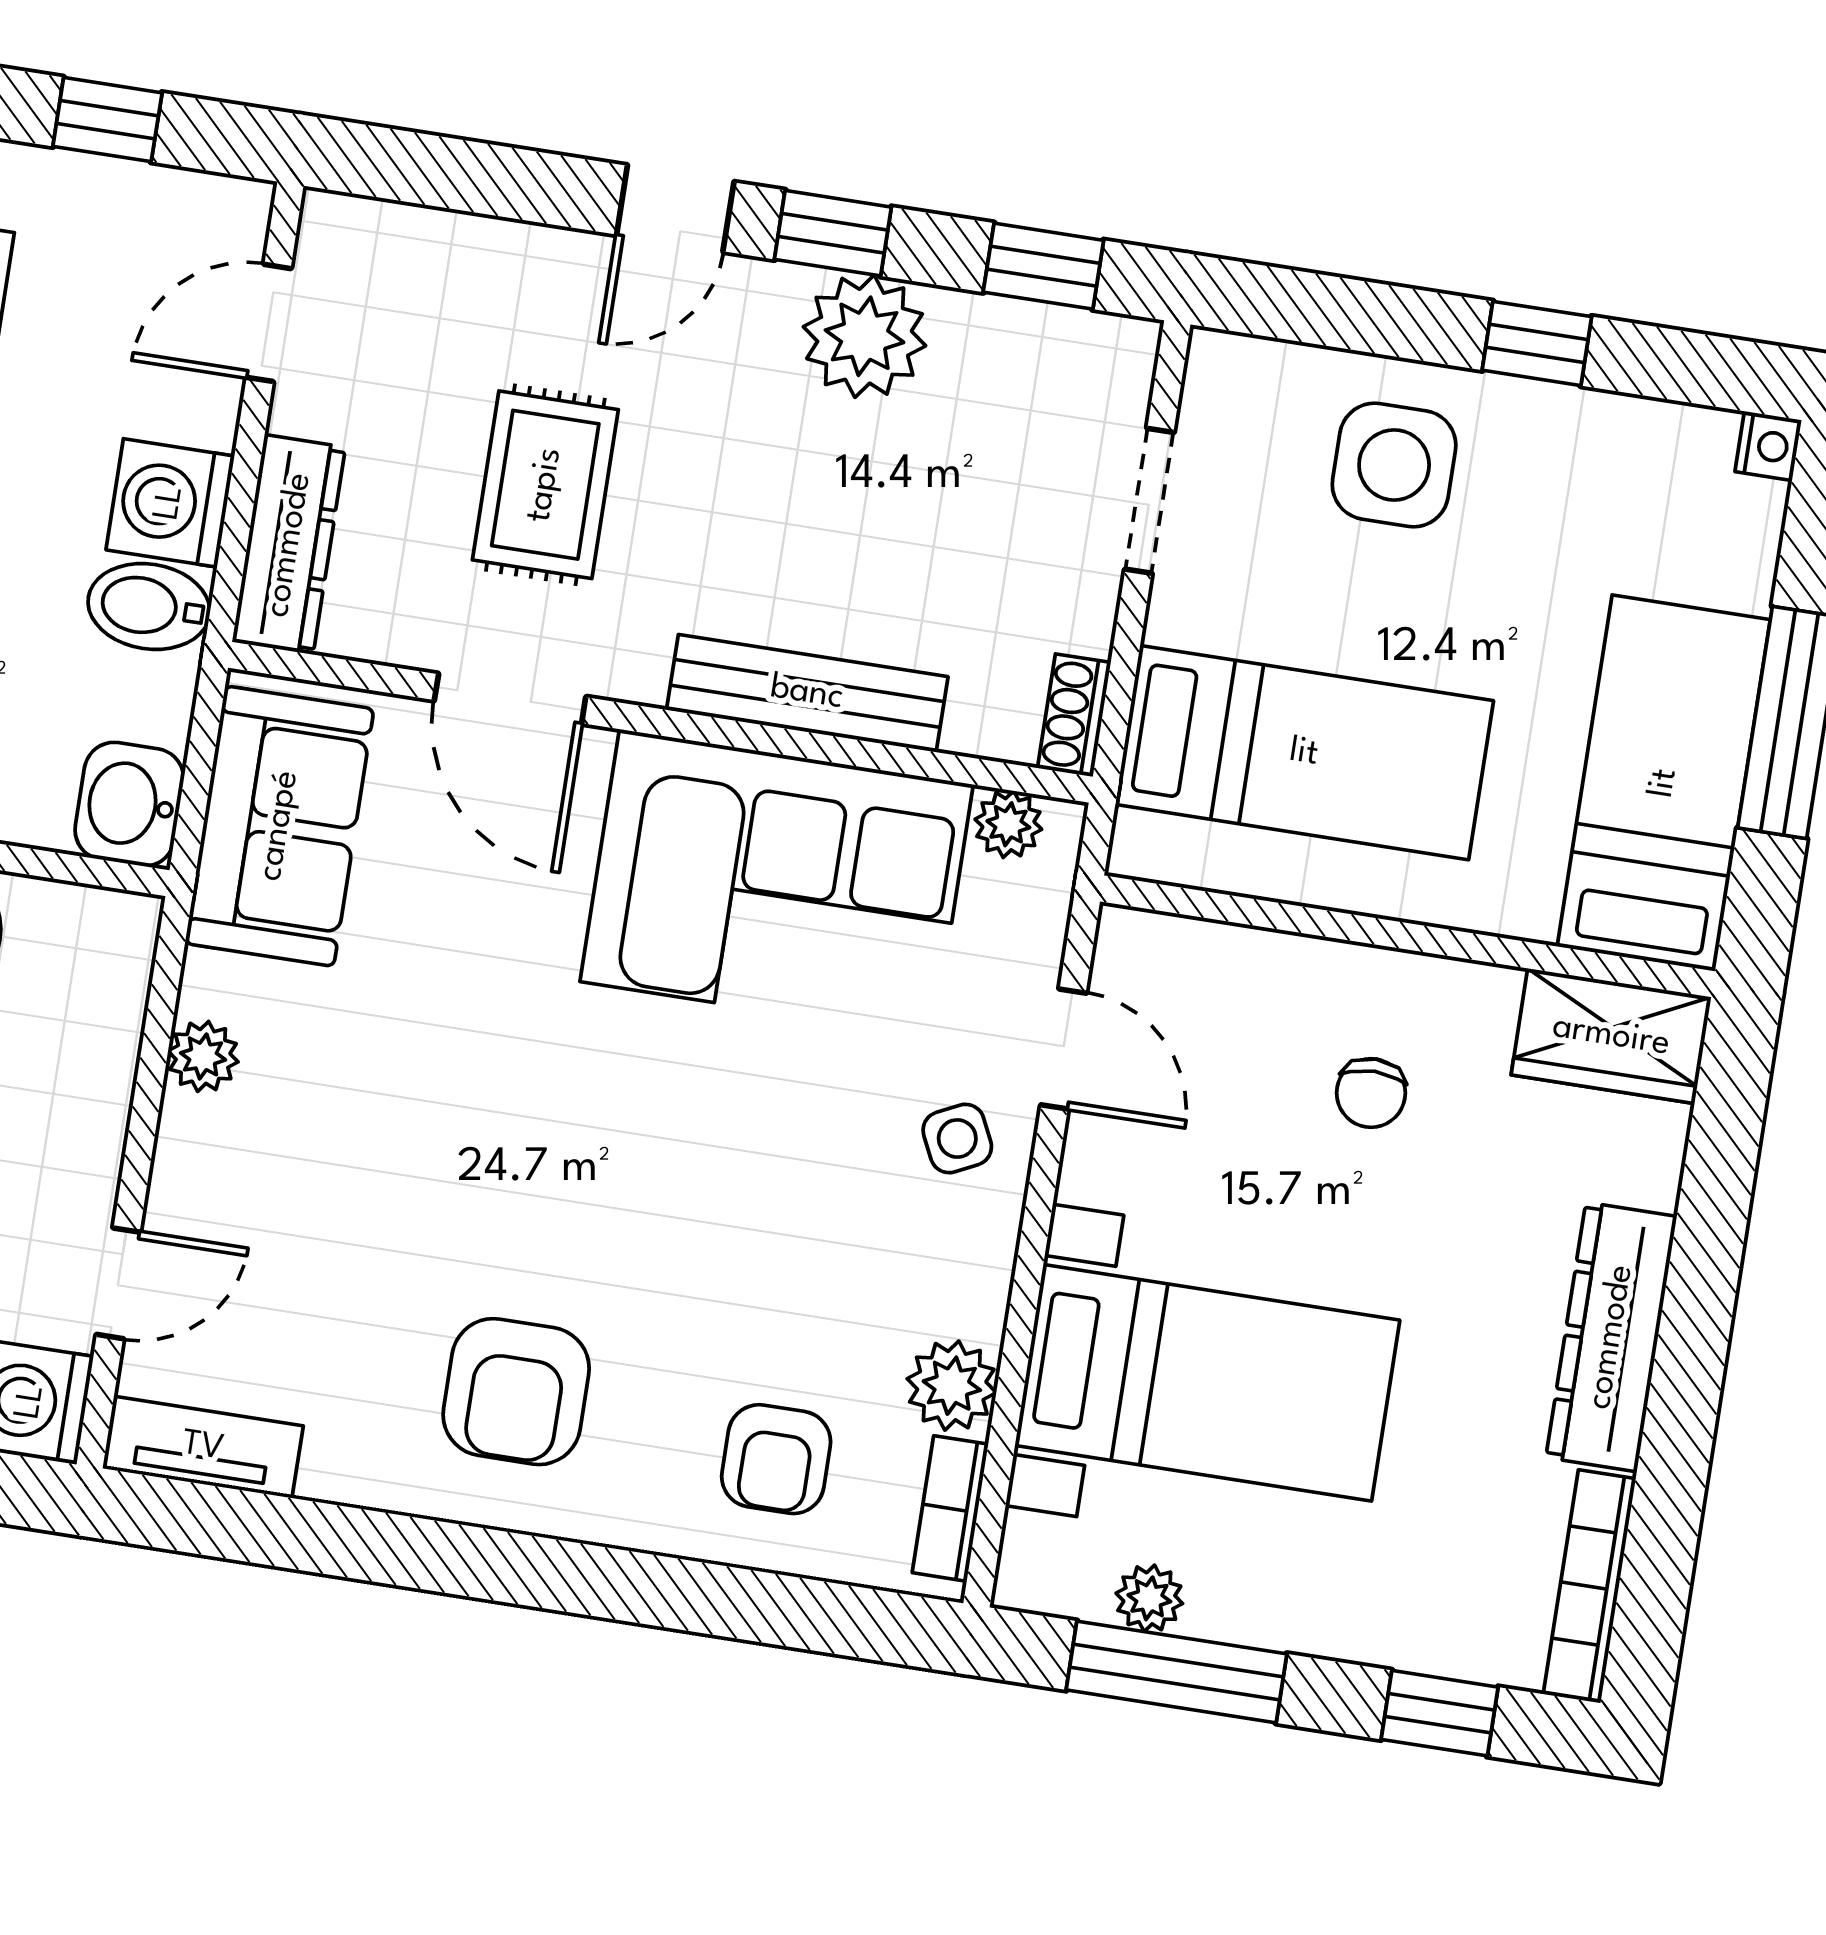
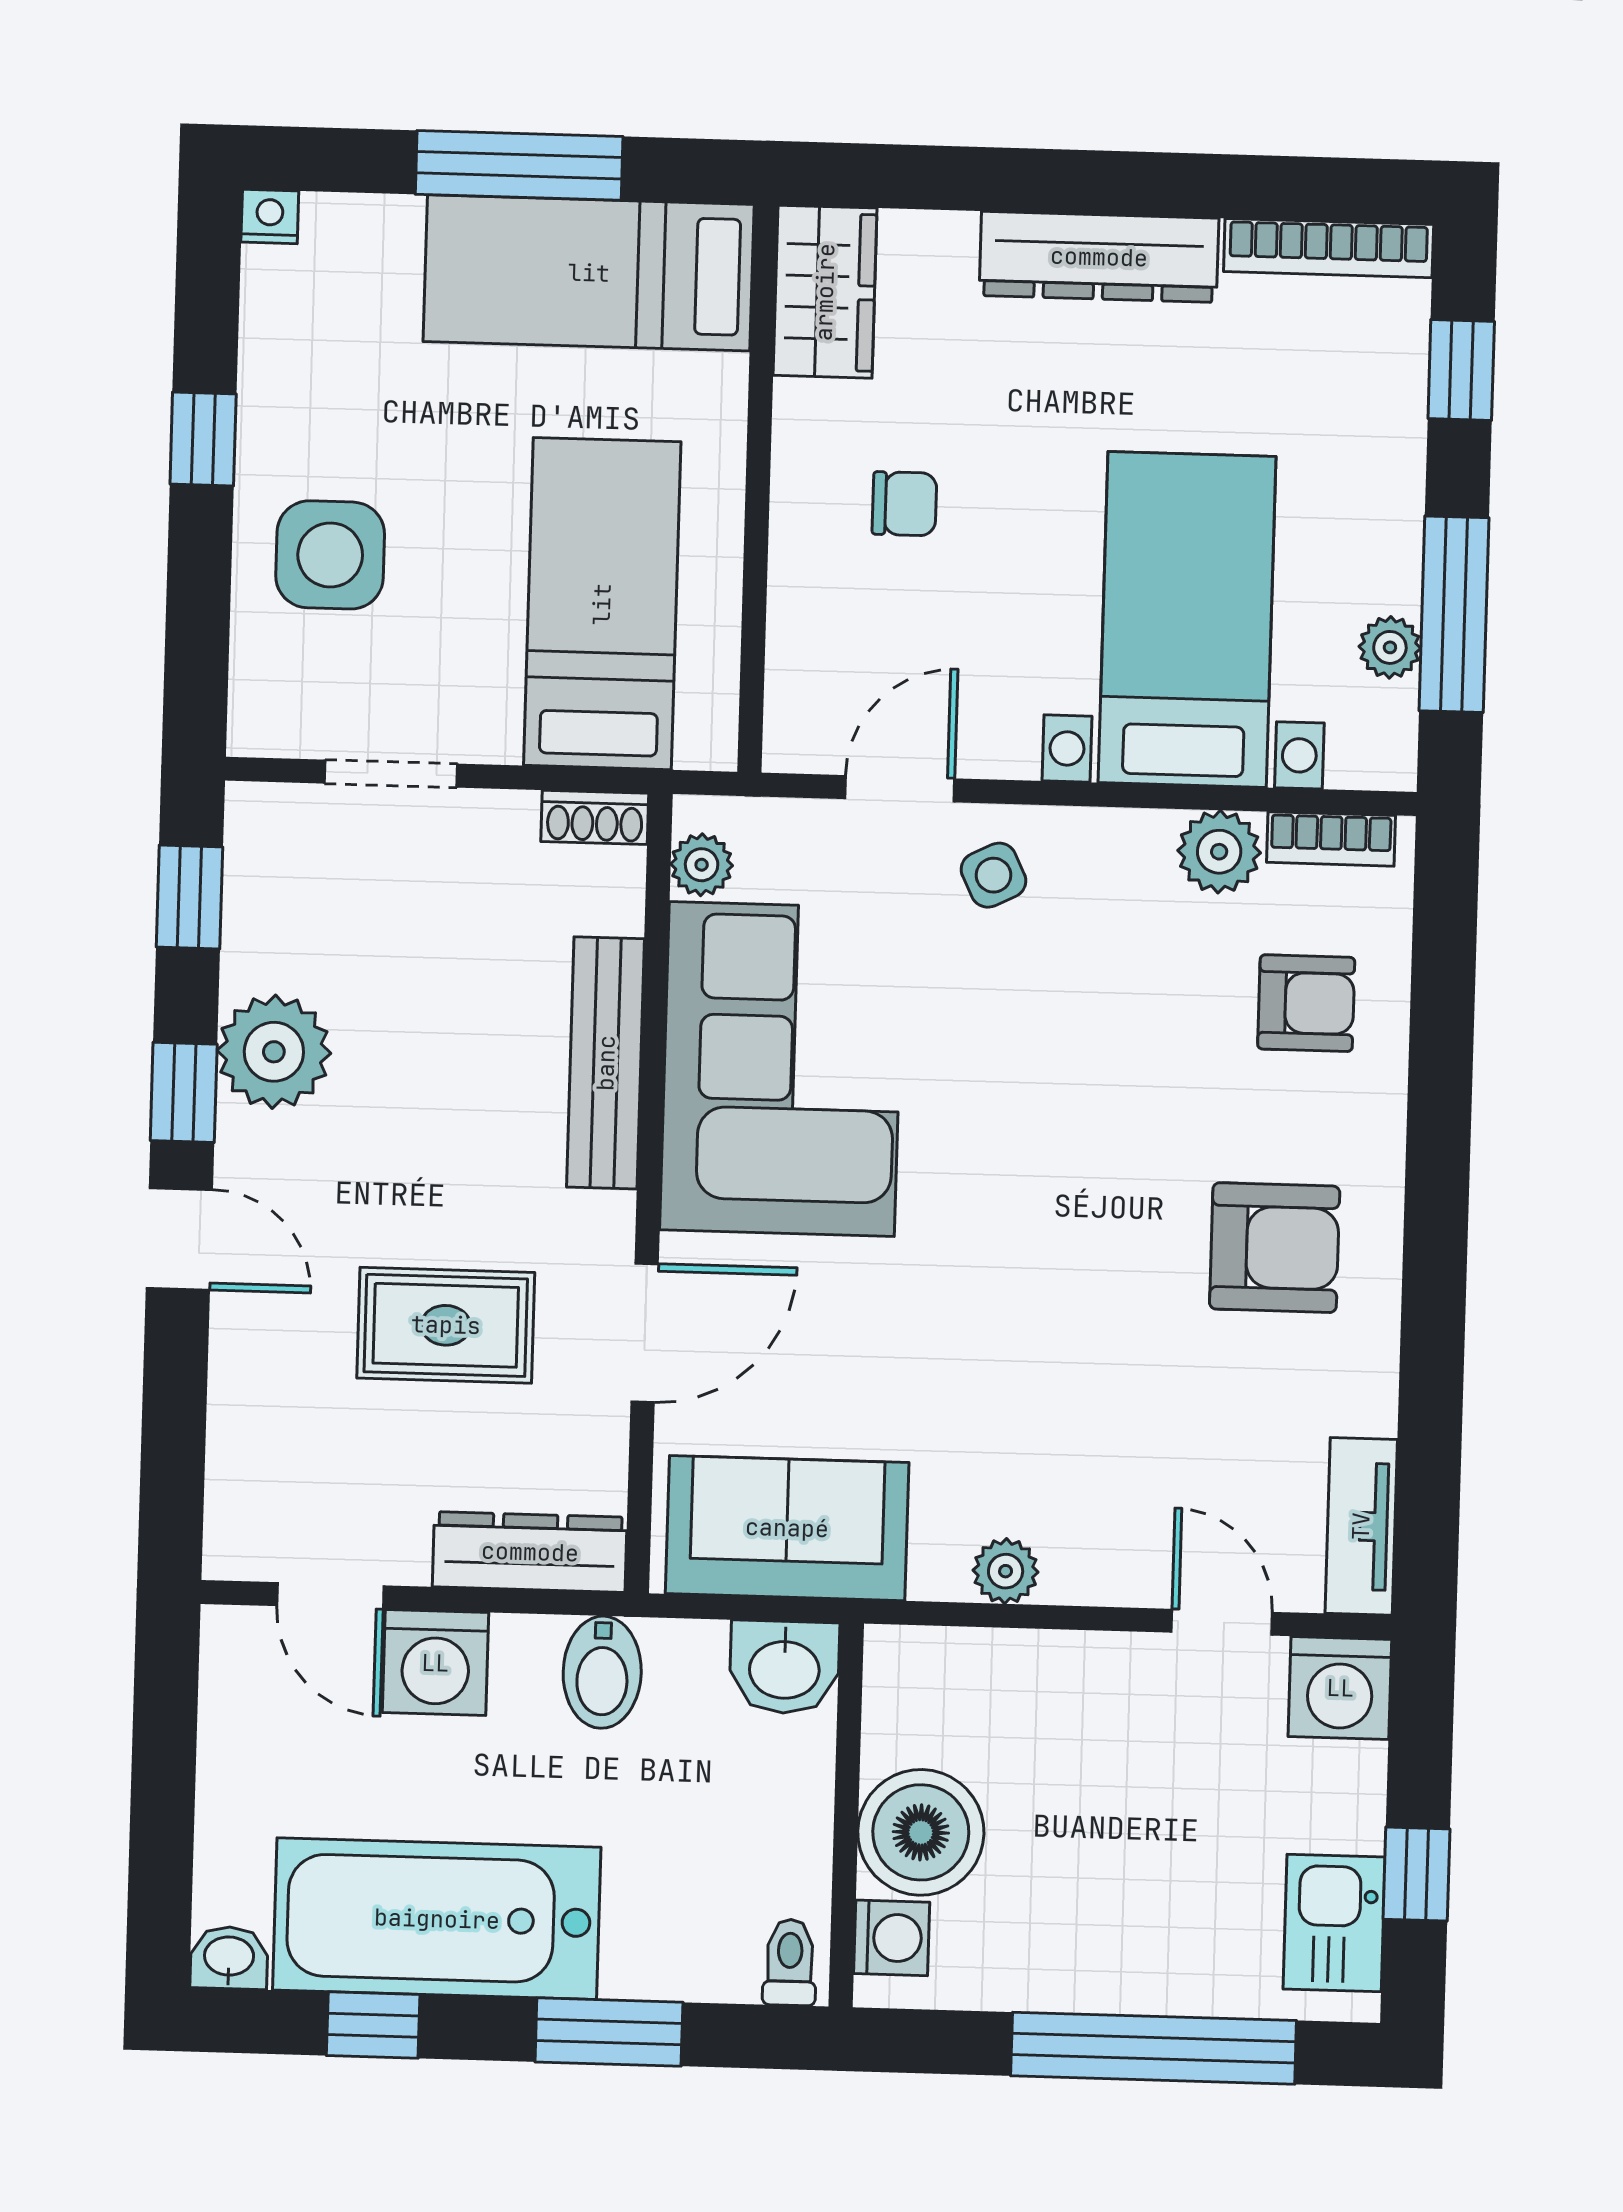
window: (107, 120) -> (164, 1766), removed
washing machine: (170, 503) -> (435, 1663), moved

